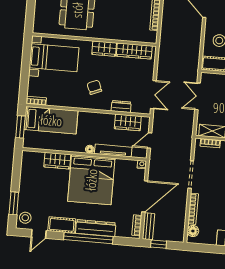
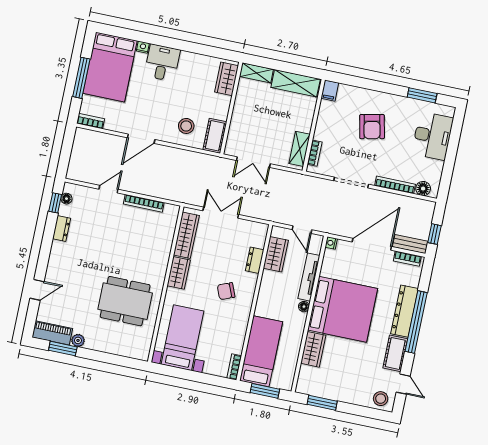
double door: (153, 95) -> (221, 213), moved
door: (145, 196) -> (372, 244), hinge flipped
window: (14, 203) -> (322, 403), moved

